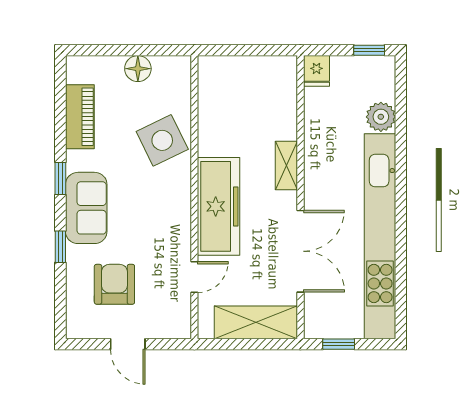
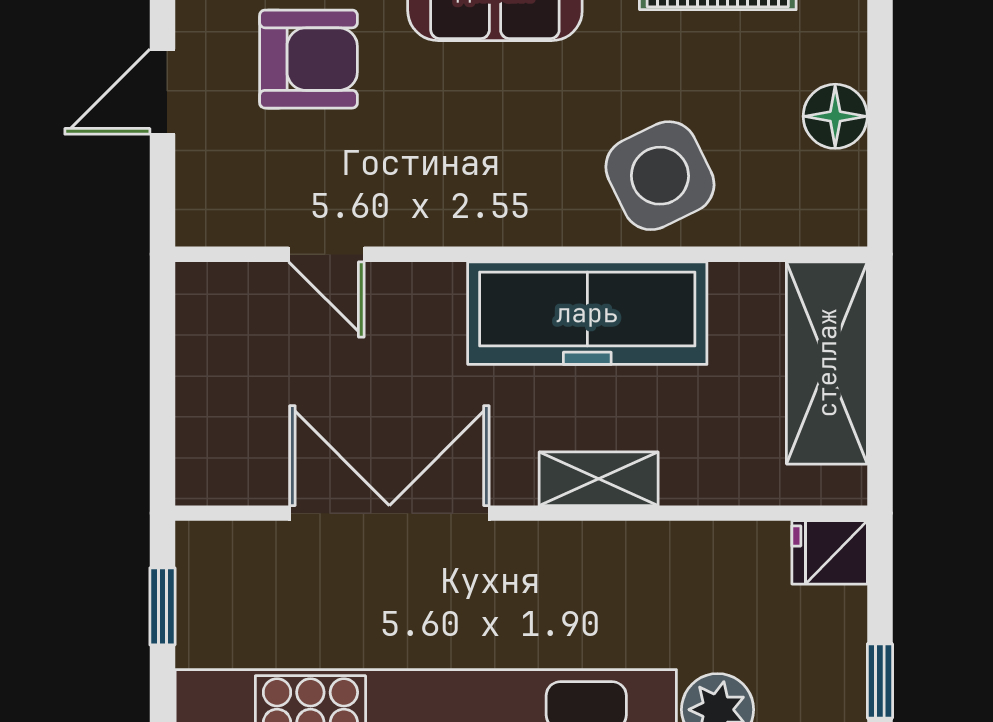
freezer: (218, 206) -> (587, 313), moved
double door: (300, 251) -> (389, 513), swing flipped
shelving: (256, 322) -> (827, 363), moved

